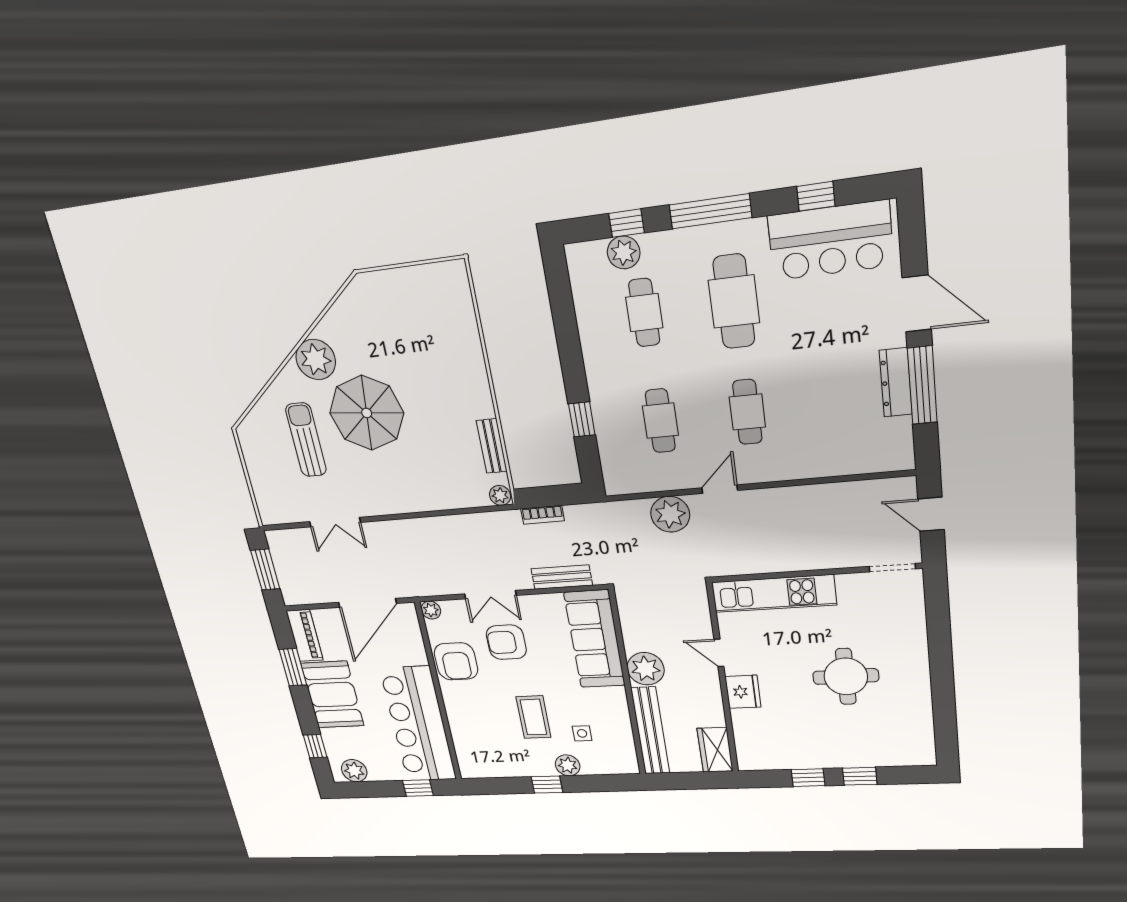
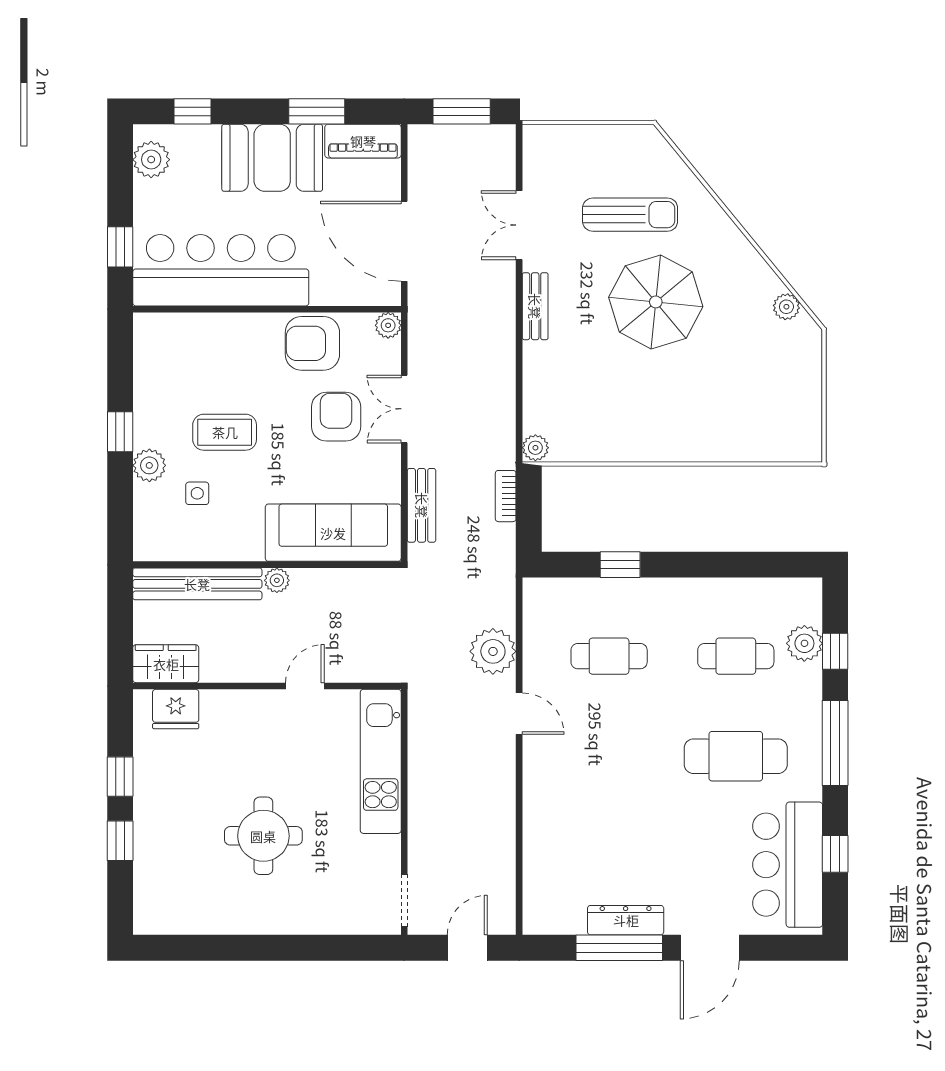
plant: (316, 360) -> (786, 307), moved, width x0.53, depth x0.53
cafe table: (747, 412) -> (609, 756), removed
bench: (492, 446) -> (535, 306), moved, turned 90
plant: (646, 669) -> (277, 580), width x0.53, depth x0.53
fridge: (743, 692) -> (176, 709), moved

